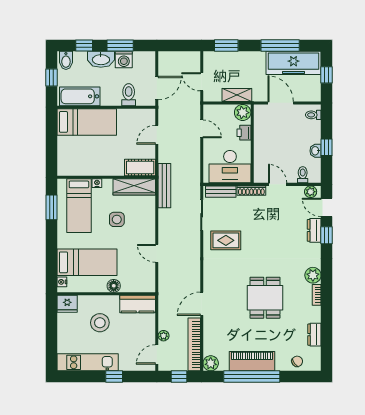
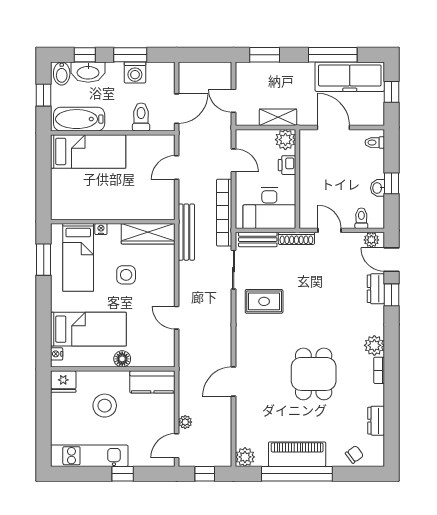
washbasin: (101, 59) -> (88, 72), moved
cot: (140, 168) -> (155, 209), removed
bookcase: (194, 344) -> (224, 213), moved

